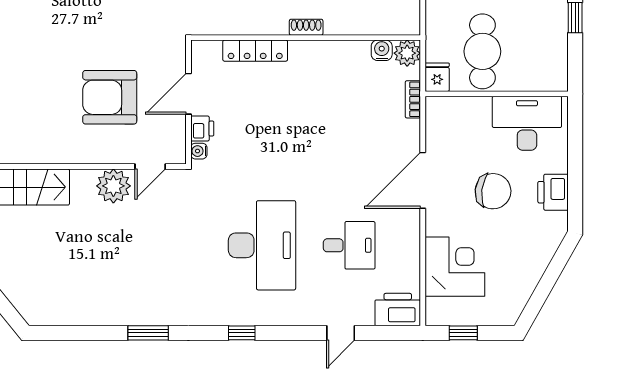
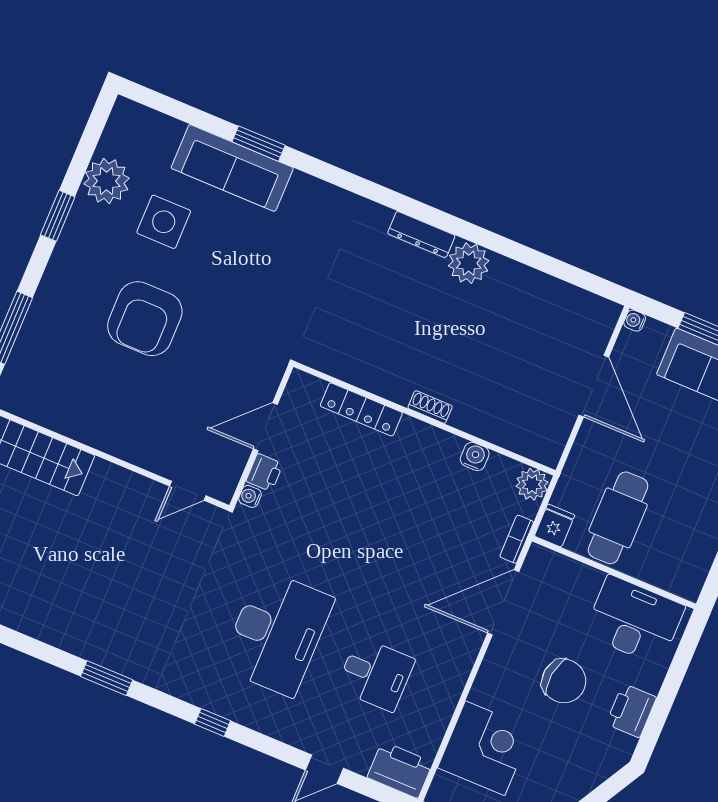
water cooler: (382, 50) -> (475, 456), moved
armchair: (110, 97) -> (145, 319), moved, turned -90
door: (423, 180) -> (503, 602), moved
plant: (113, 186) -> (137, 495), removed

